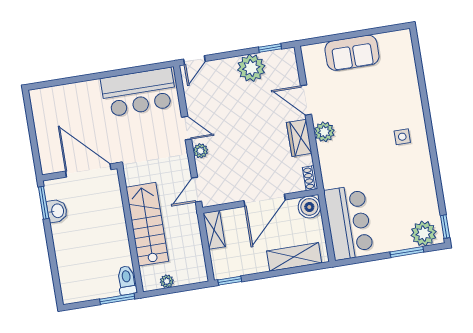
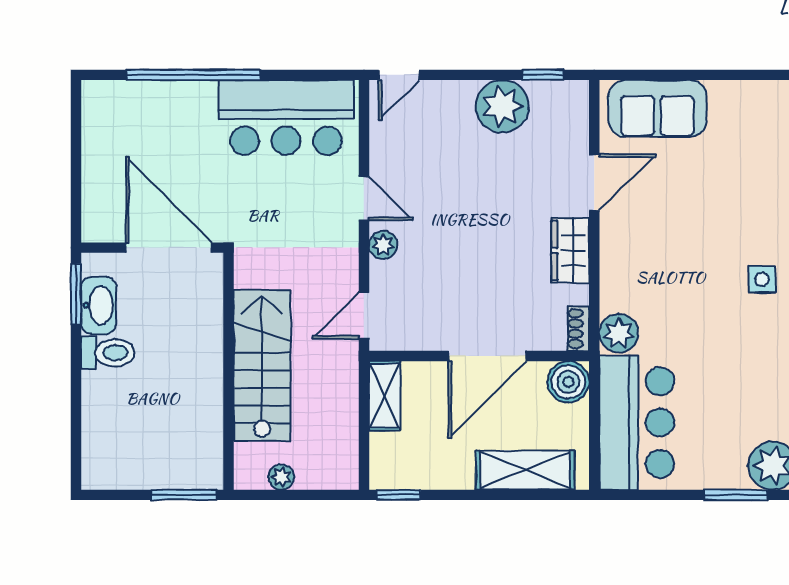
sofa: (352, 53) -> (658, 108), moved
window: (86, 78) -> (193, 75), added
door: (306, 100) -> (594, 182), swing flipped
plant: (324, 132) -> (619, 333), moved
washbasin: (57, 211) -> (99, 305), width x1.38
toilet: (127, 280) -> (108, 353), moved, turned 90

